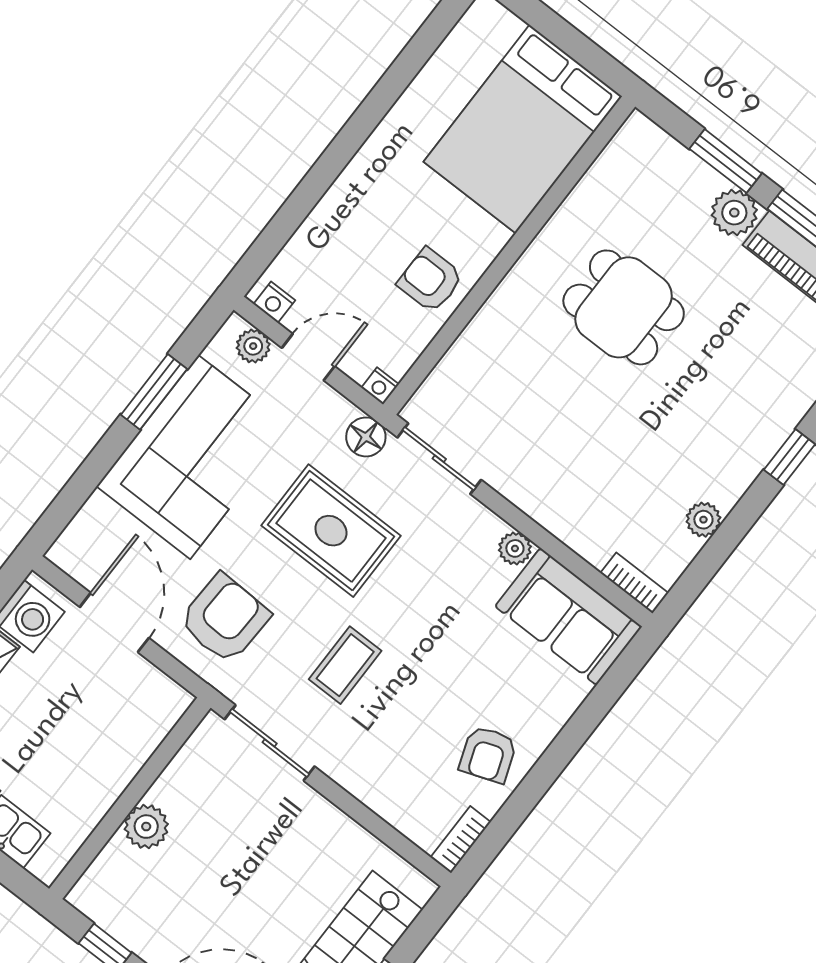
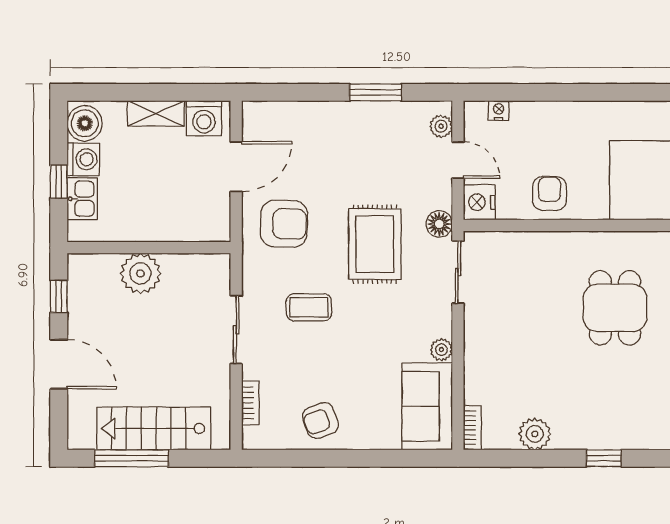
nightstand: (274, 302) -> (499, 110), moved, turned 90
nightstand: (380, 386) -> (479, 202), width x1.89, depth x1.79
corner sofa: (194, 457) -> (357, 141), removed
plant: (703, 520) -> (535, 434), width x1.38, depth x1.38
sliding door: (270, 743) -> (236, 330), moved
plant: (146, 827) -> (141, 273), width x1.36, depth x1.36
bookcase: (461, 840) -> (251, 403), moved, turned 90

